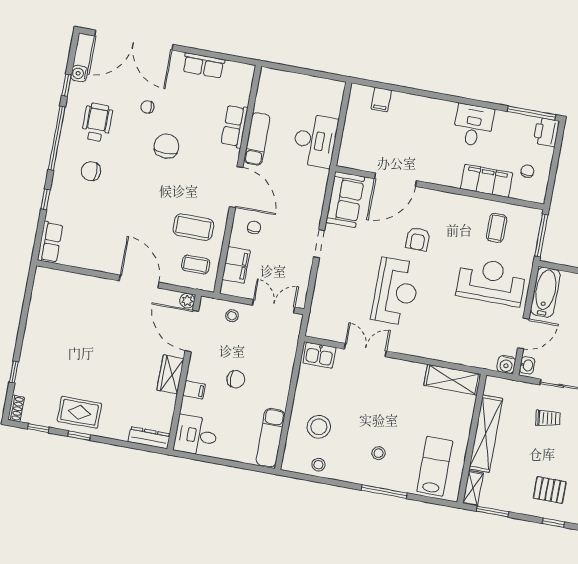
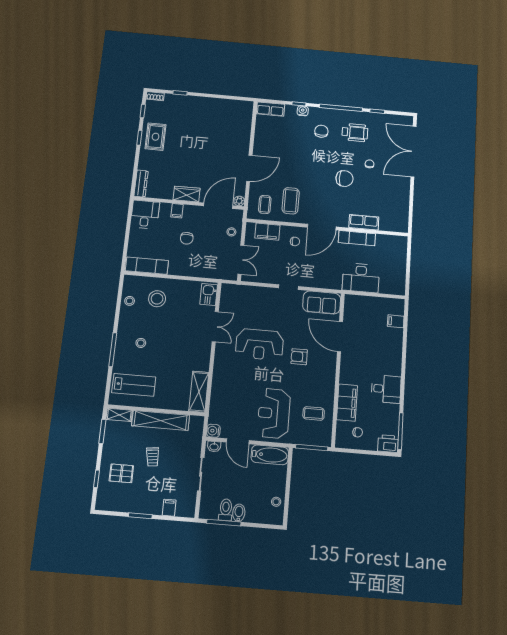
row of seats: (204, 65) -> (403, 198), removed
water cooler: (79, 74) -> (303, 111), moved
reception desk: (491, 281) -> (274, 413), turned 180
trolley: (548, 418) -> (153, 457), moved
pallet: (550, 490) -> (121, 473), turned 90

